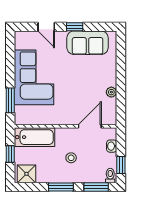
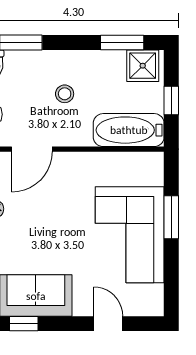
window: (75, 27) -> (24, 324), moved
window: (10, 100) -> (171, 217), moved
window: (61, 187) -> (122, 43), moved

